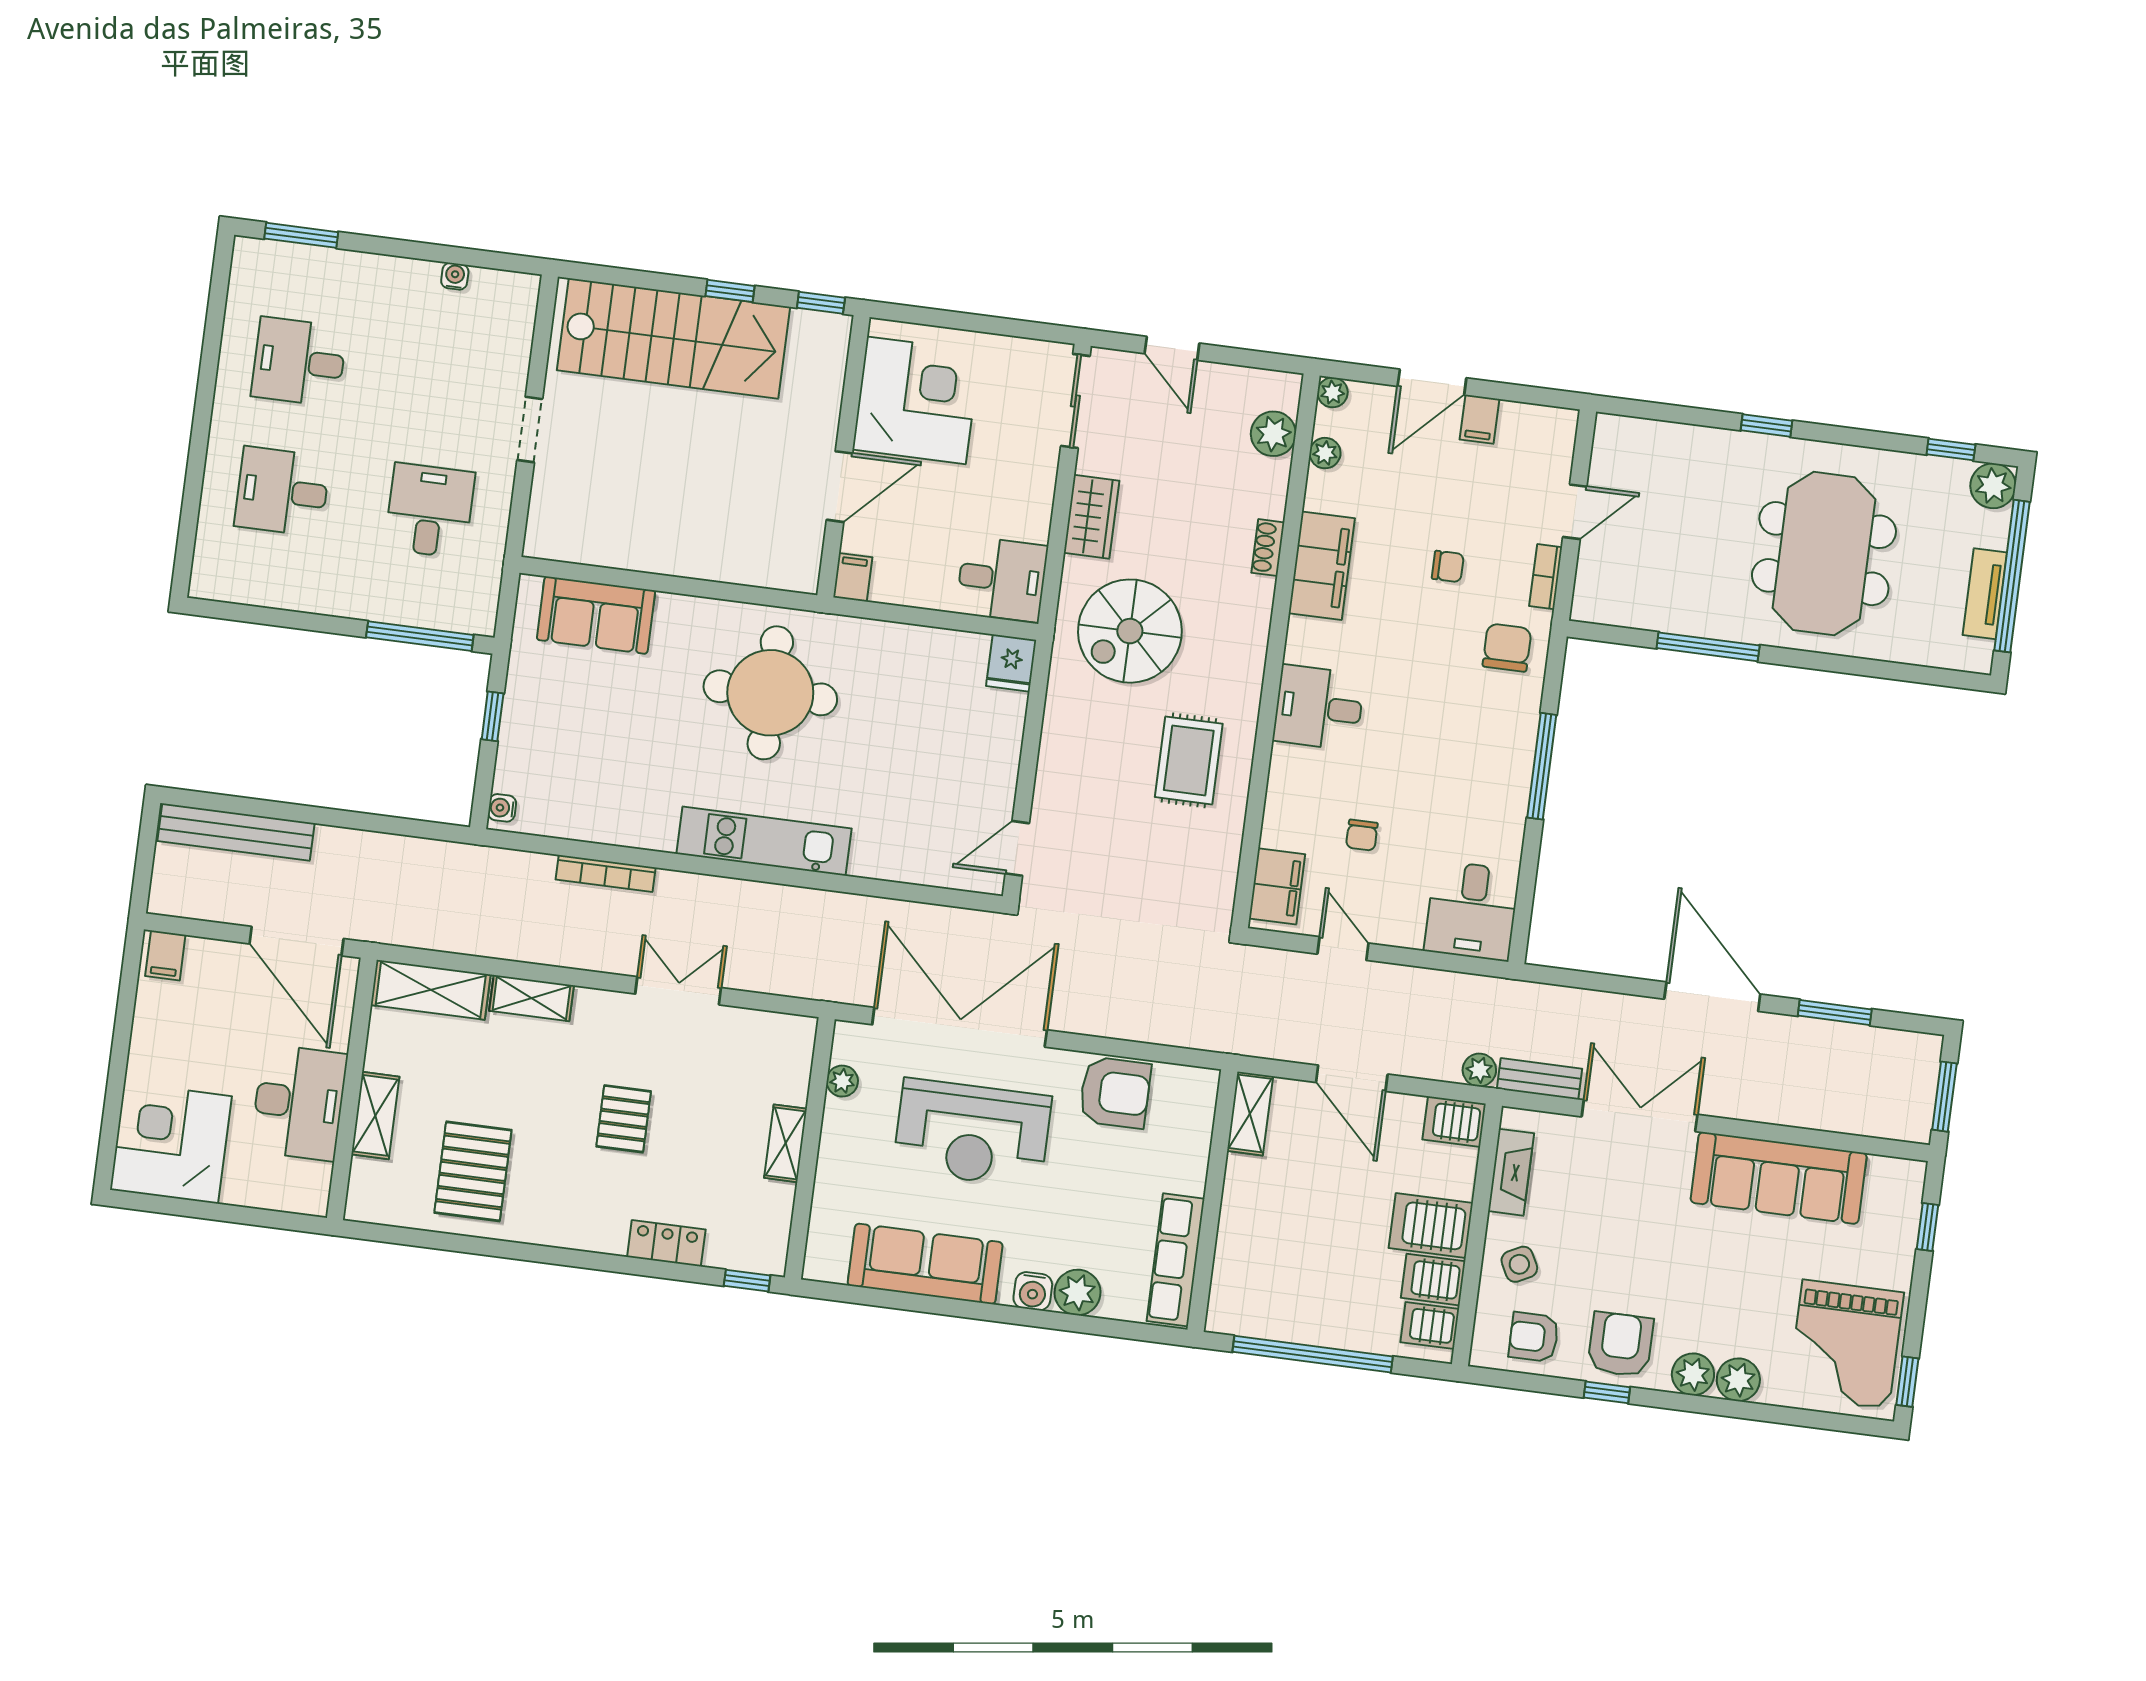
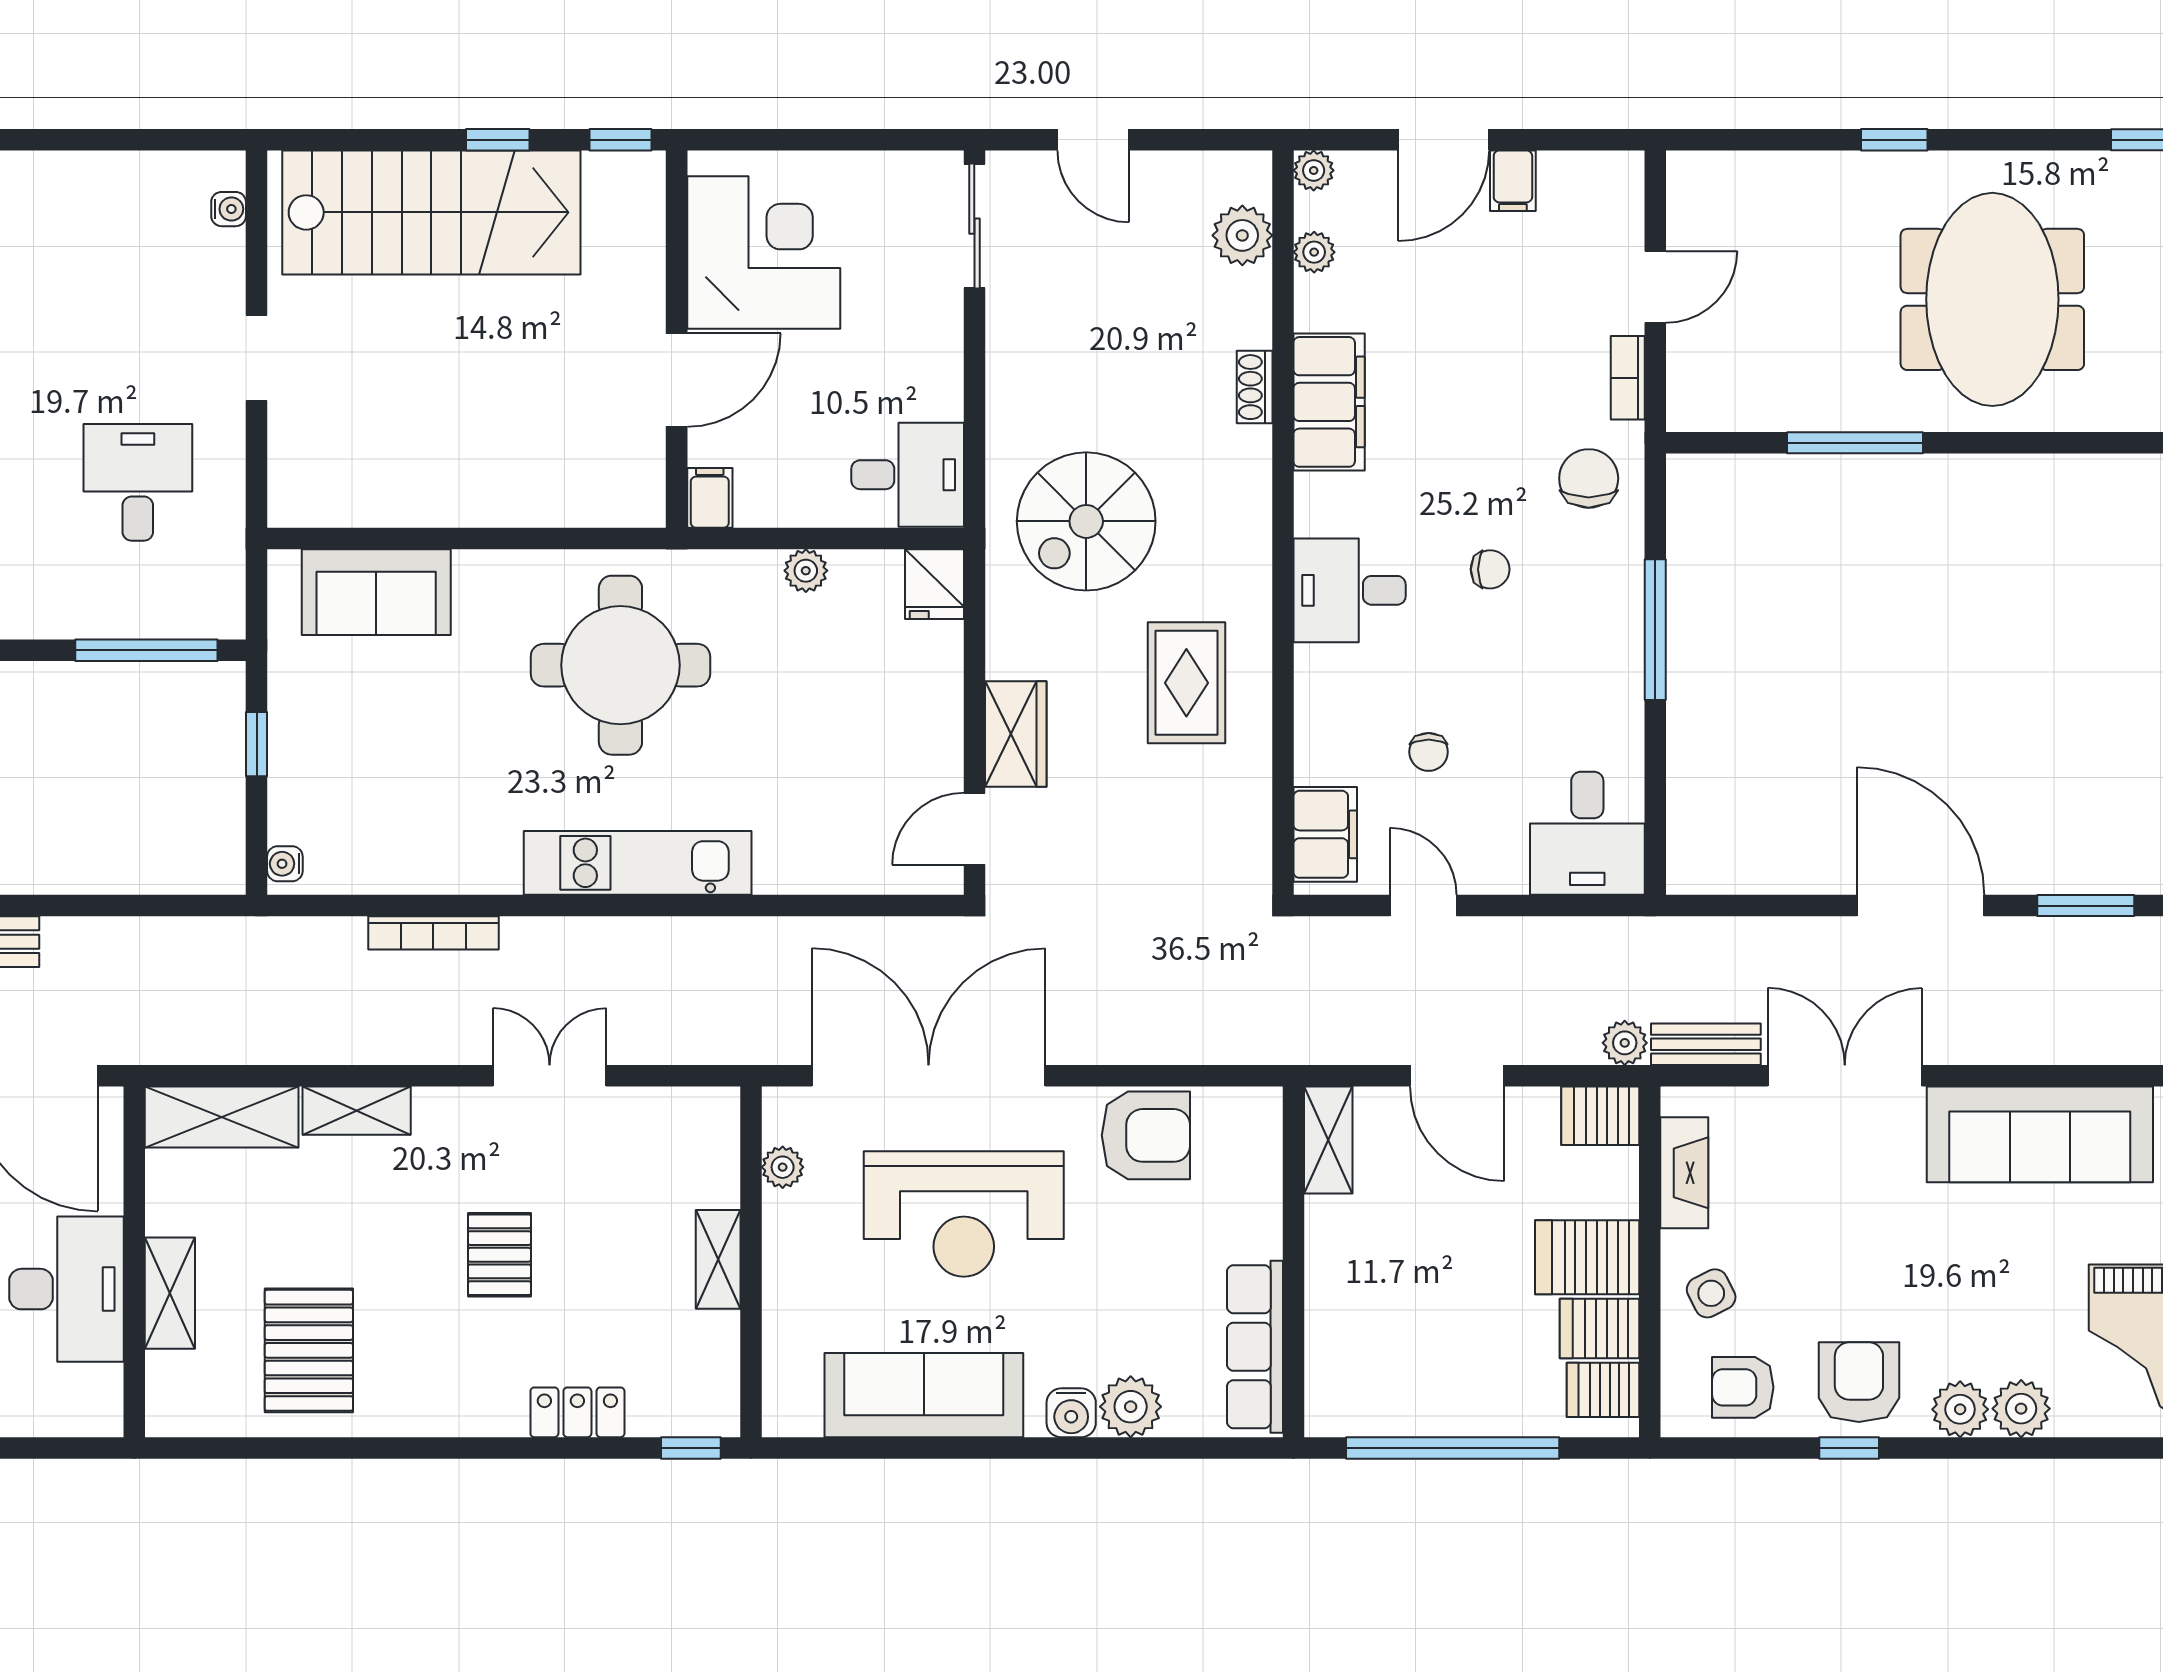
water cooler: (455, 276) -> (229, 209), moved, turned 90
wardrobe: (1092, 517) -> (1016, 734), moved
chair: (1448, 566) -> (1490, 569), moved
plant: (917, 641) -> (806, 571), added

